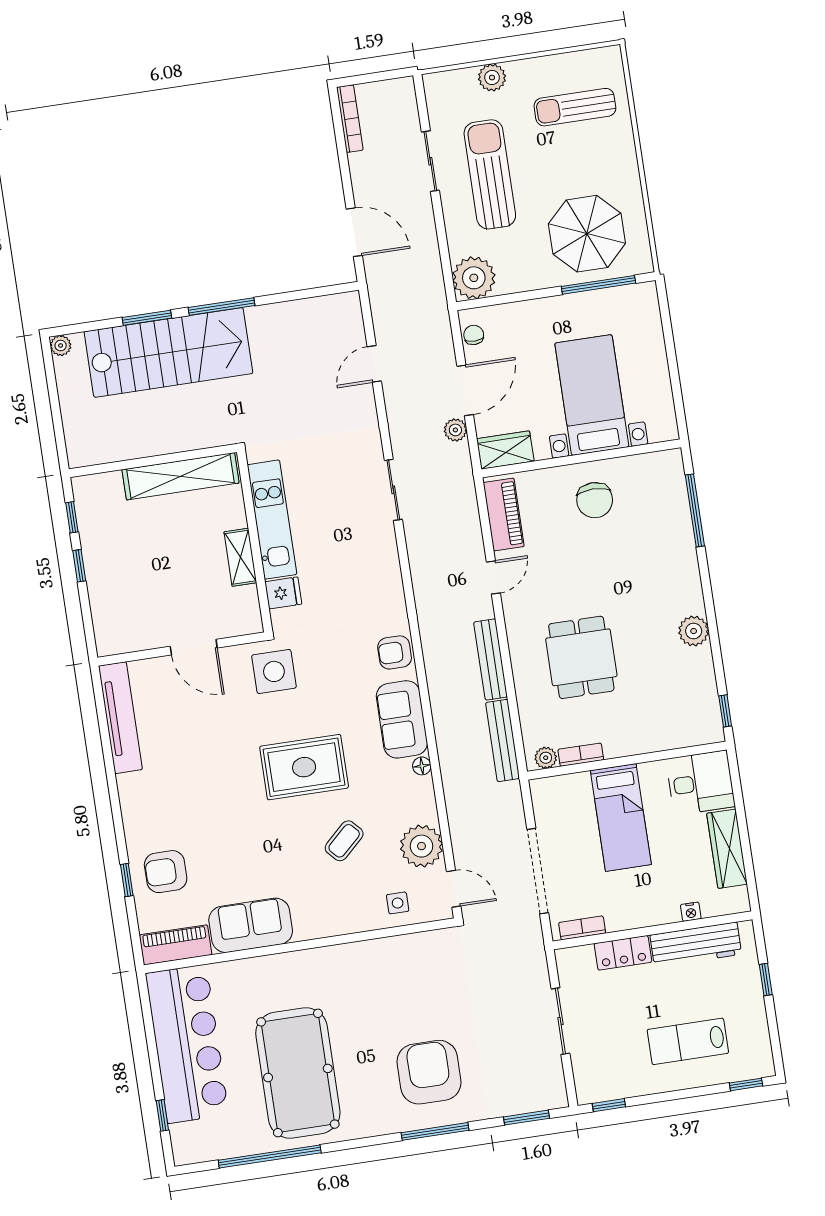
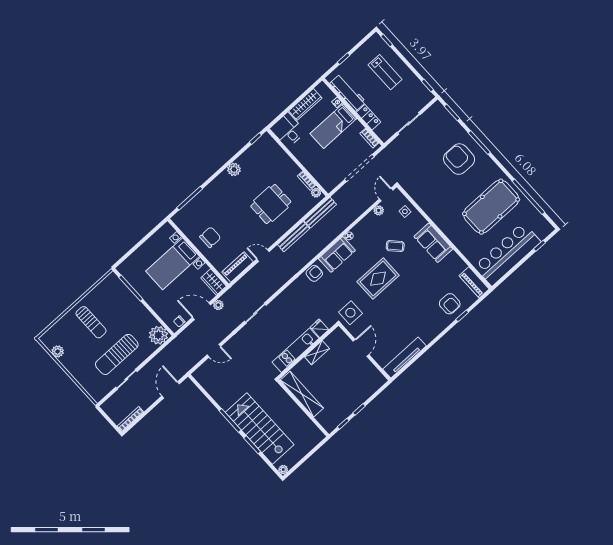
plant: (492, 78) -> (58, 351), moved
sun lounger: (575, 107) -> (91, 322), moved
parasol: (587, 234) -> (115, 305), removed
armchair: (395, 652) -> (314, 273), turned -90
rug: (304, 767) -> (378, 279), turned 90
bed: (621, 817) -> (333, 126), moved, turned 180
plant: (421, 846) -> (379, 210), width x0.53, depth x0.53
sofa: (251, 925) -> (433, 243), moved
armchair: (429, 1072) -> (459, 159), turned 90

